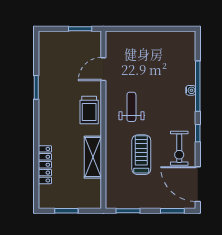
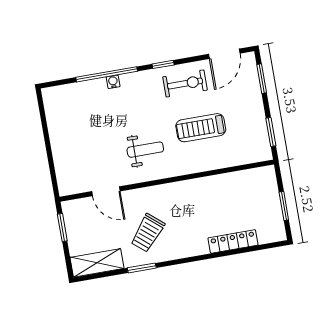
weight bench: (131, 107) -> (145, 150), turned 180
trolley: (89, 110) -> (148, 233), moved, turned 130
shelving: (93, 157) -> (97, 263), moved
door: (198, 184) -> (224, 54), width x0.73

